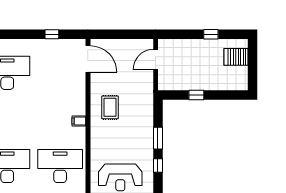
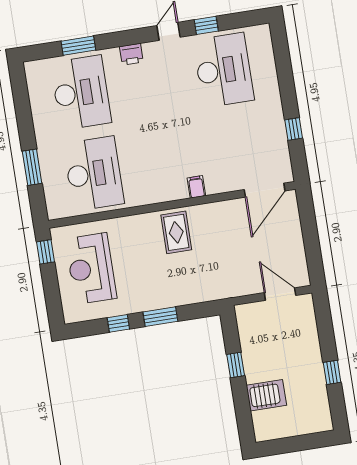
server rack: (236, 57) -> (266, 395), moved, turned 90
rug: (110, 107) -> (176, 232), moved, turned 90
filing cabinet: (79, 121) -> (196, 187), moved

